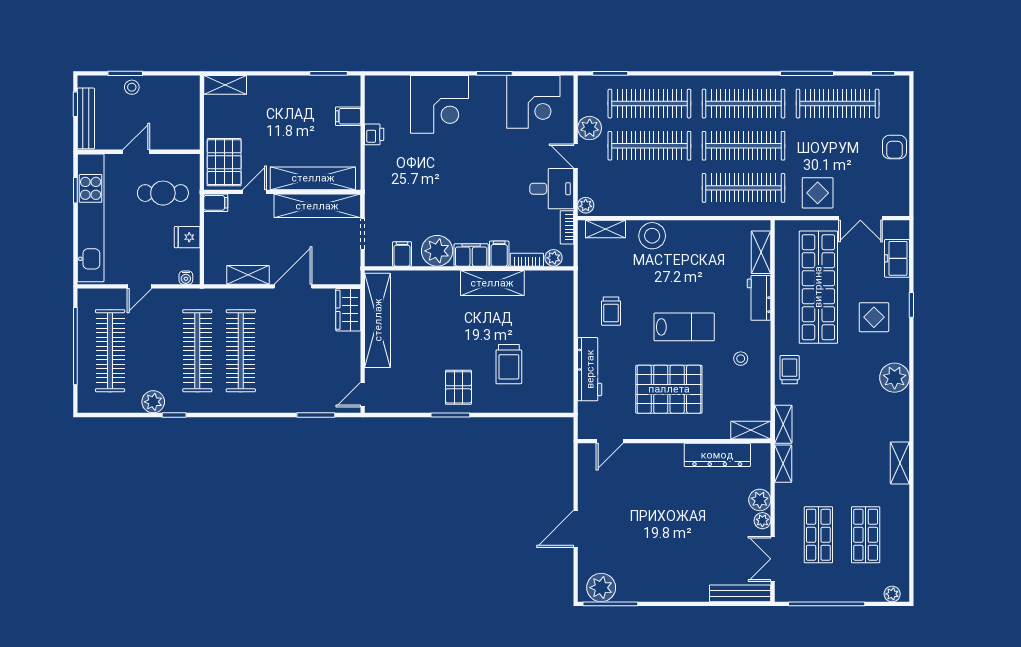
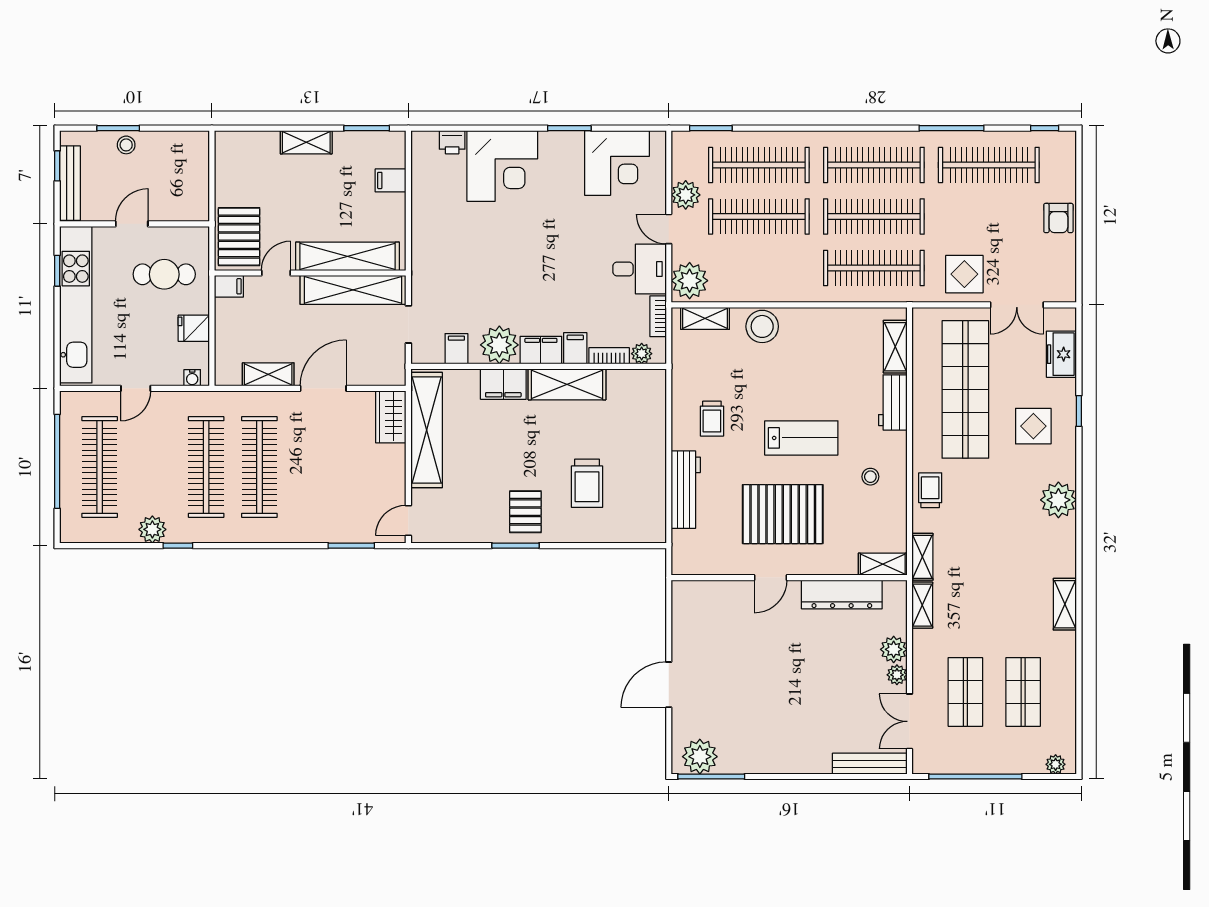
shelving: (225, 85) -> (306, 142), moved
printer: (374, 134) -> (452, 142), moved, turned 90
plant: (586, 205) -> (690, 281), width x1.88, depth x1.88
filing cabinet: (440, 283) -> (503, 384), added
door: (610, 441) -> (771, 578), moved

